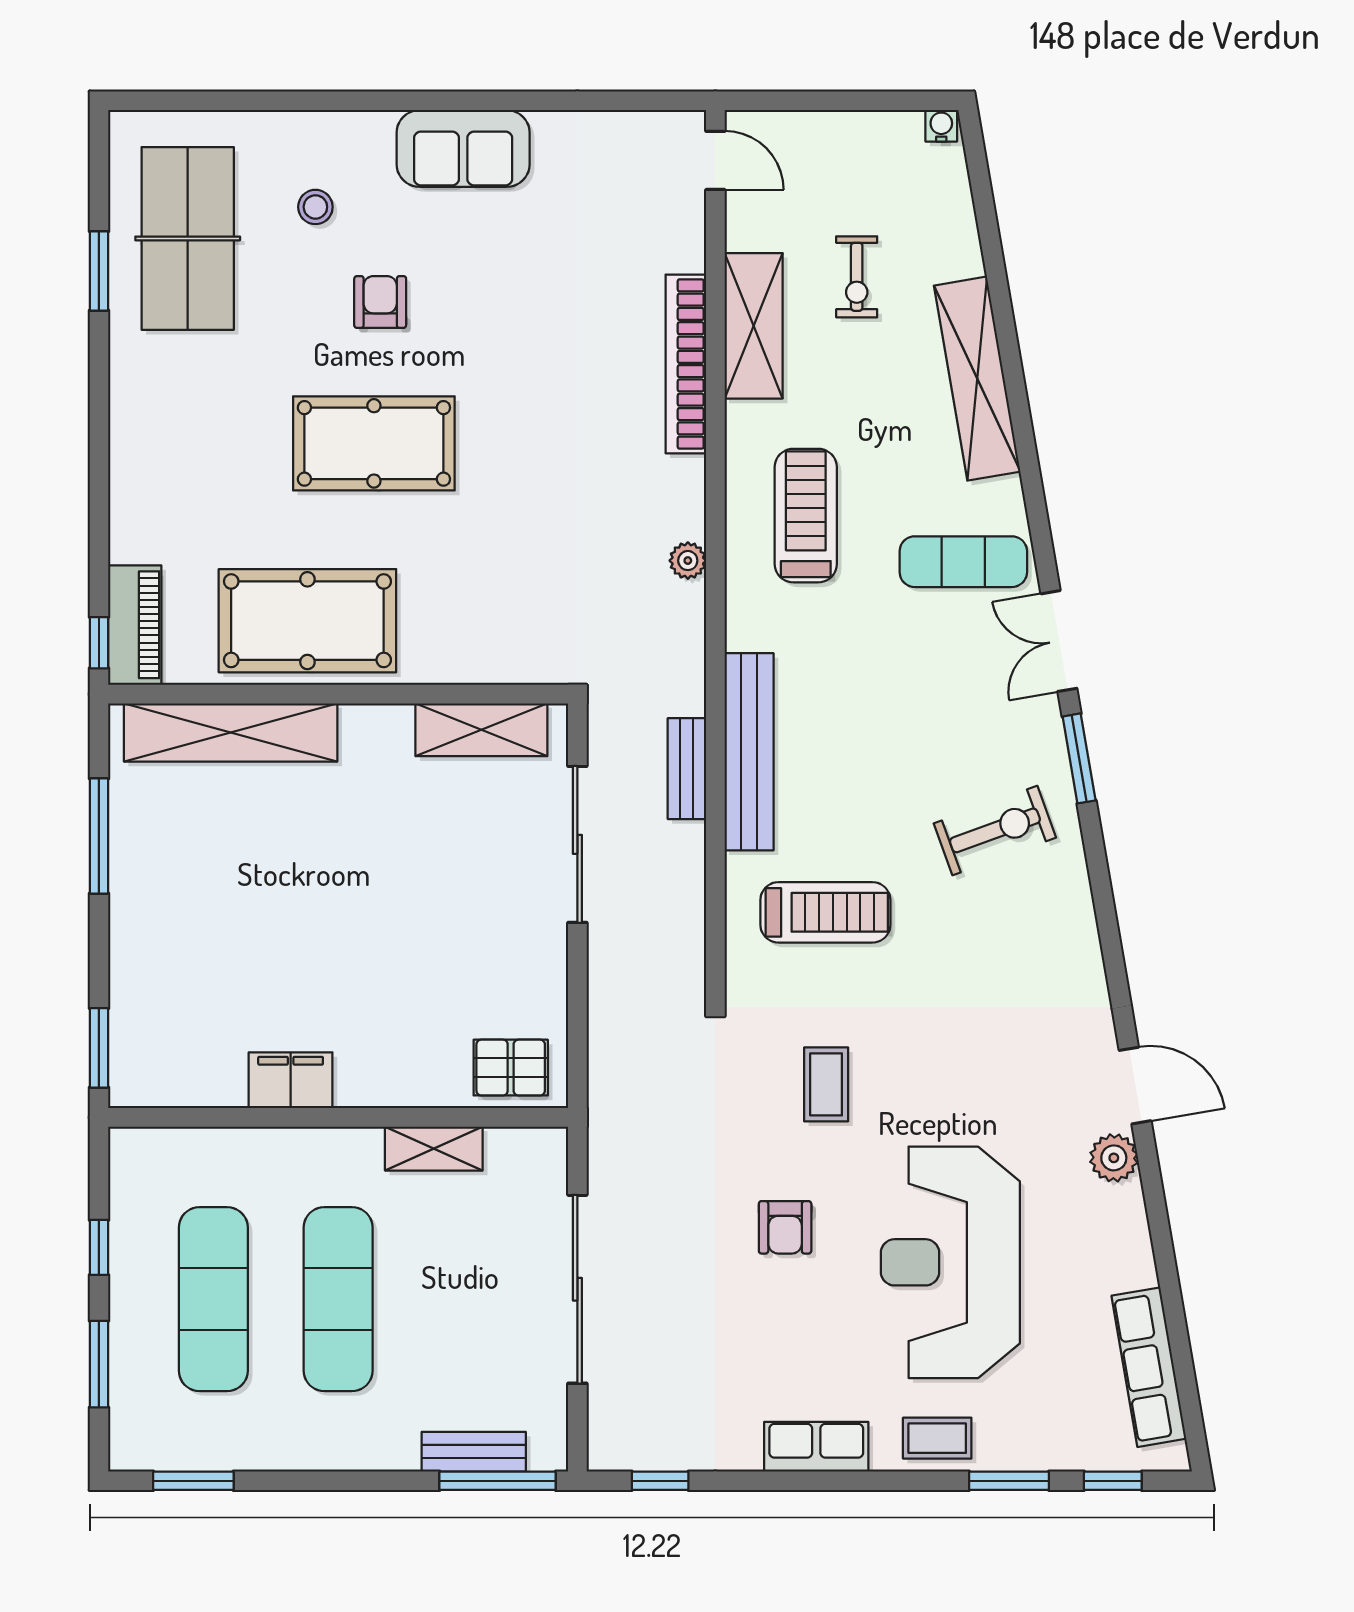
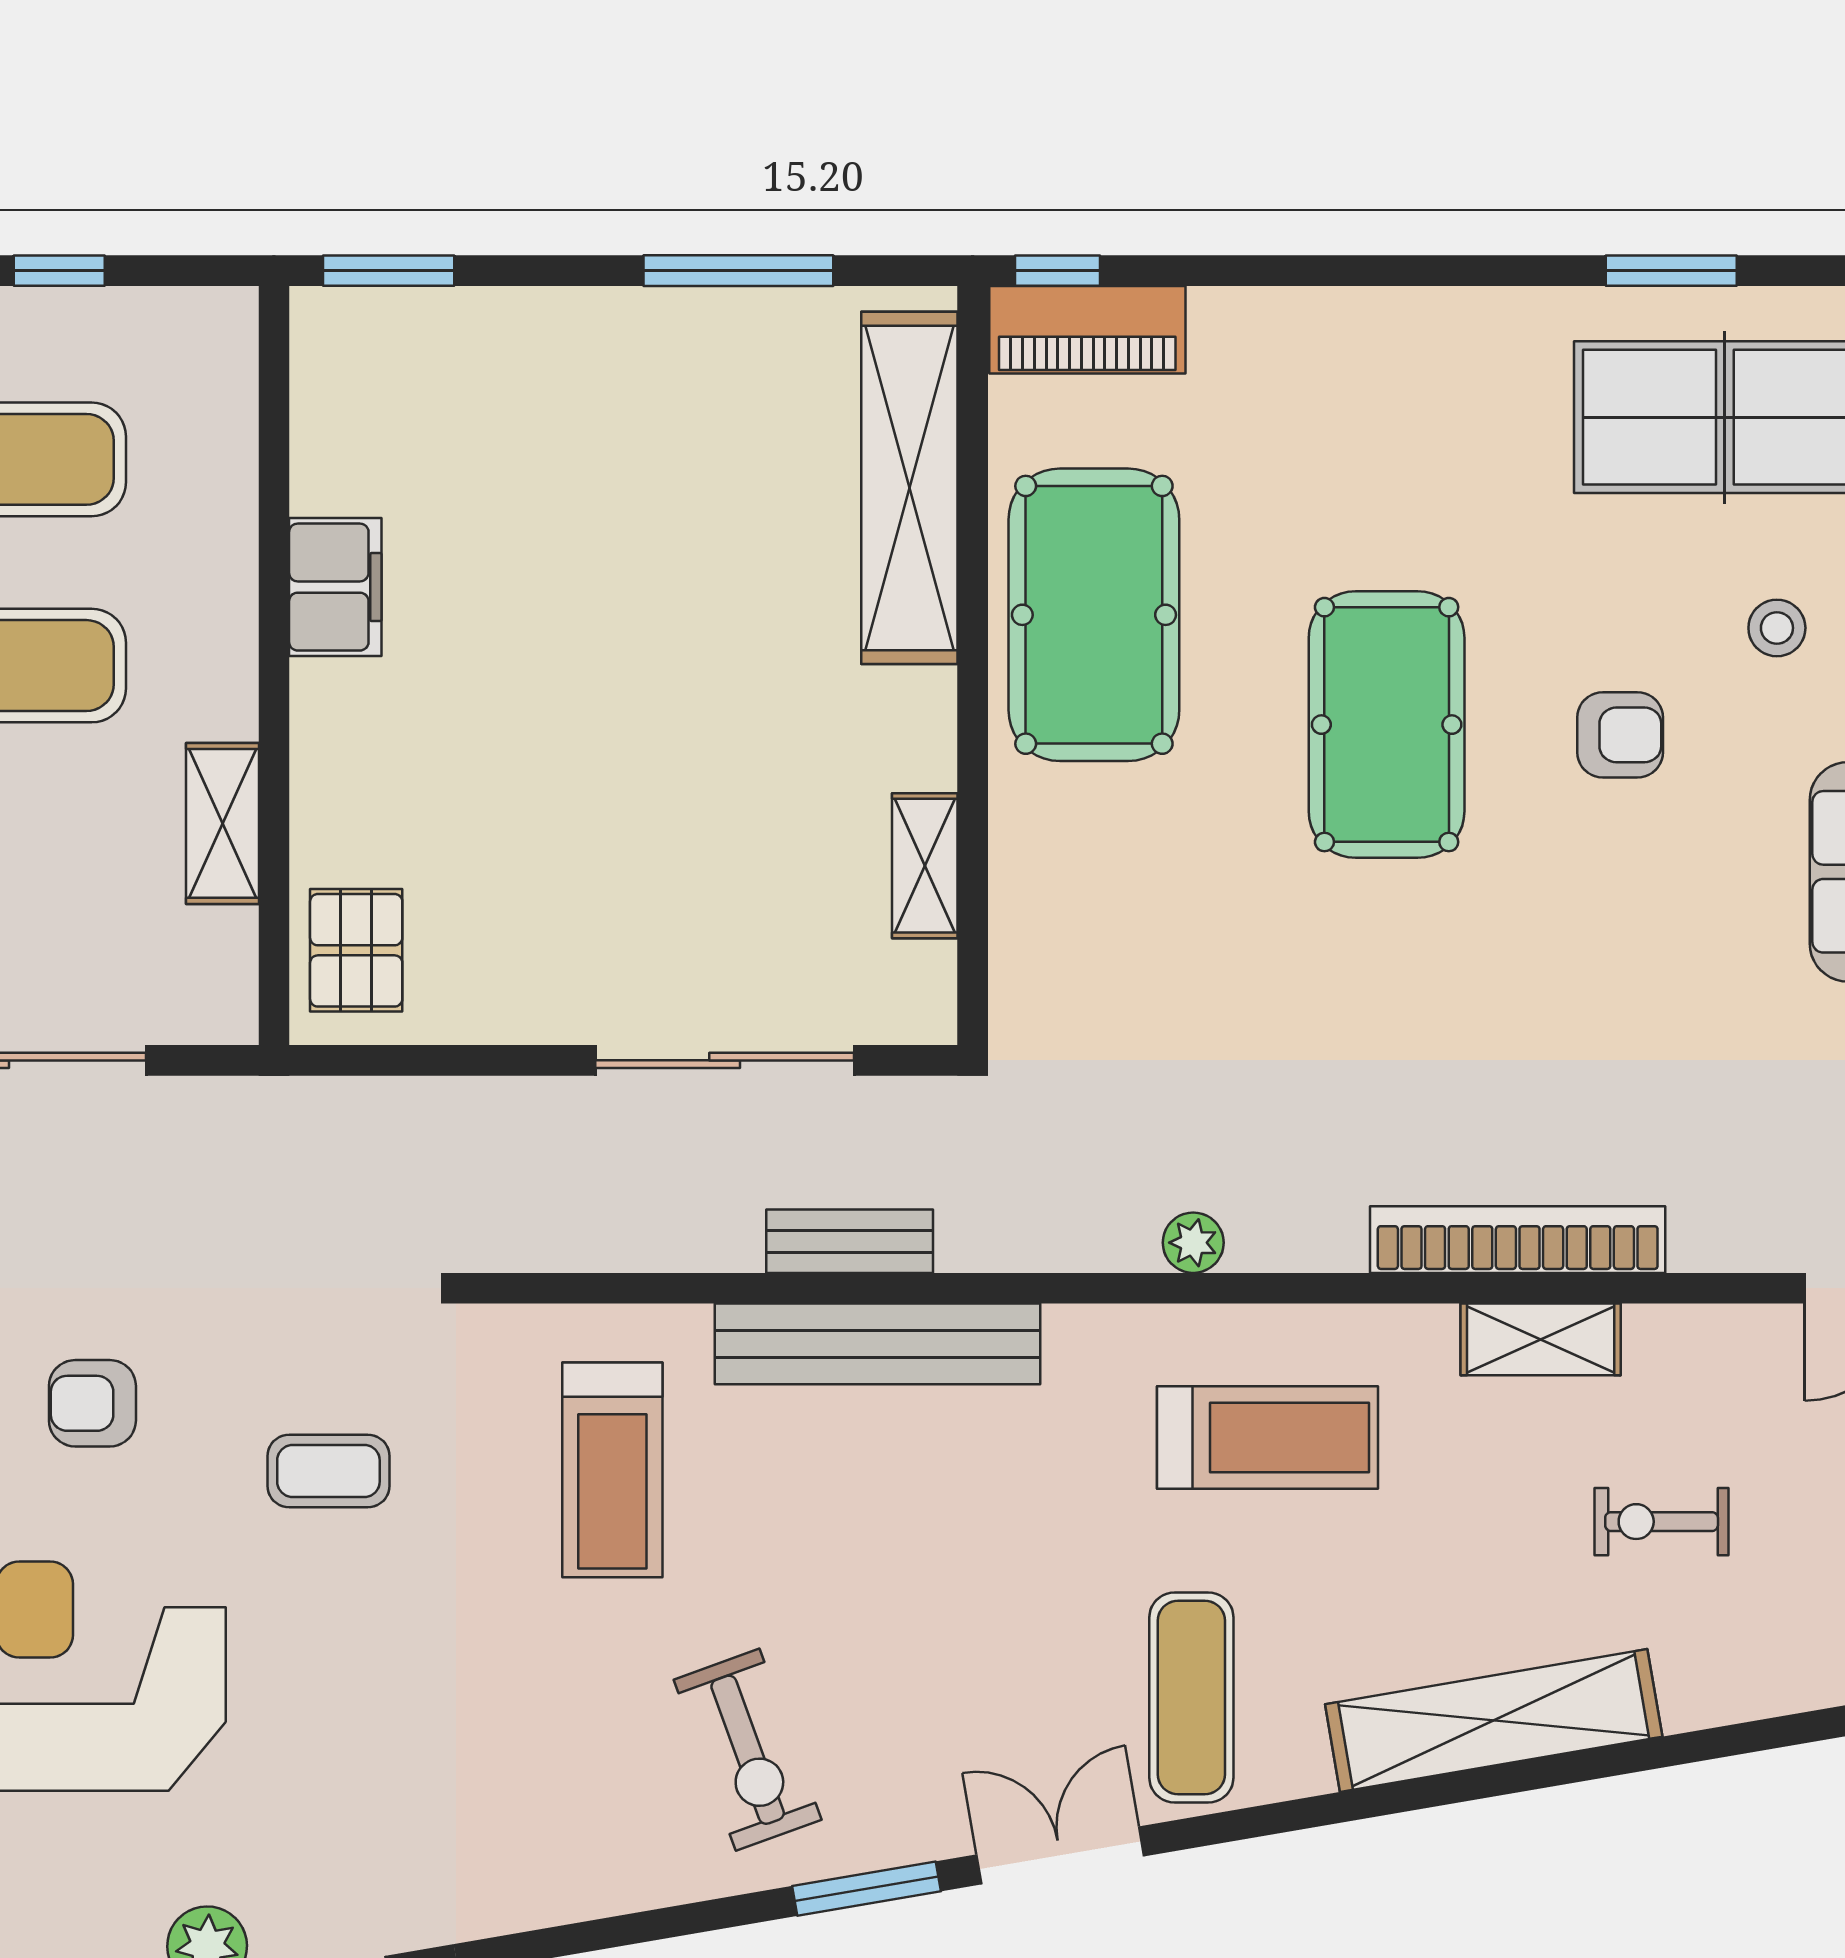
shelving: (754, 326) -> (1541, 1339), width x0.67, depth x0.75
shelving: (481, 730) -> (925, 866), width x0.67, depth x0.75

